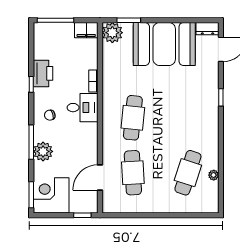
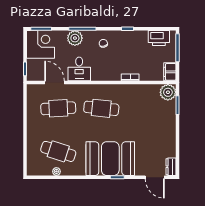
booth: (164, 44) -> (110, 159), moved, turned 90
printer: (43, 73) -> (159, 38), moved
desk: (83, 108) -> (79, 69), moved

